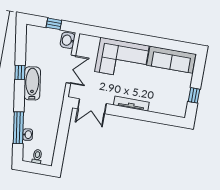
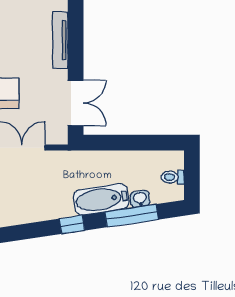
window: (20, 72) -> (72, 225), moved
bathtub: (32, 83) -> (101, 199), moved

